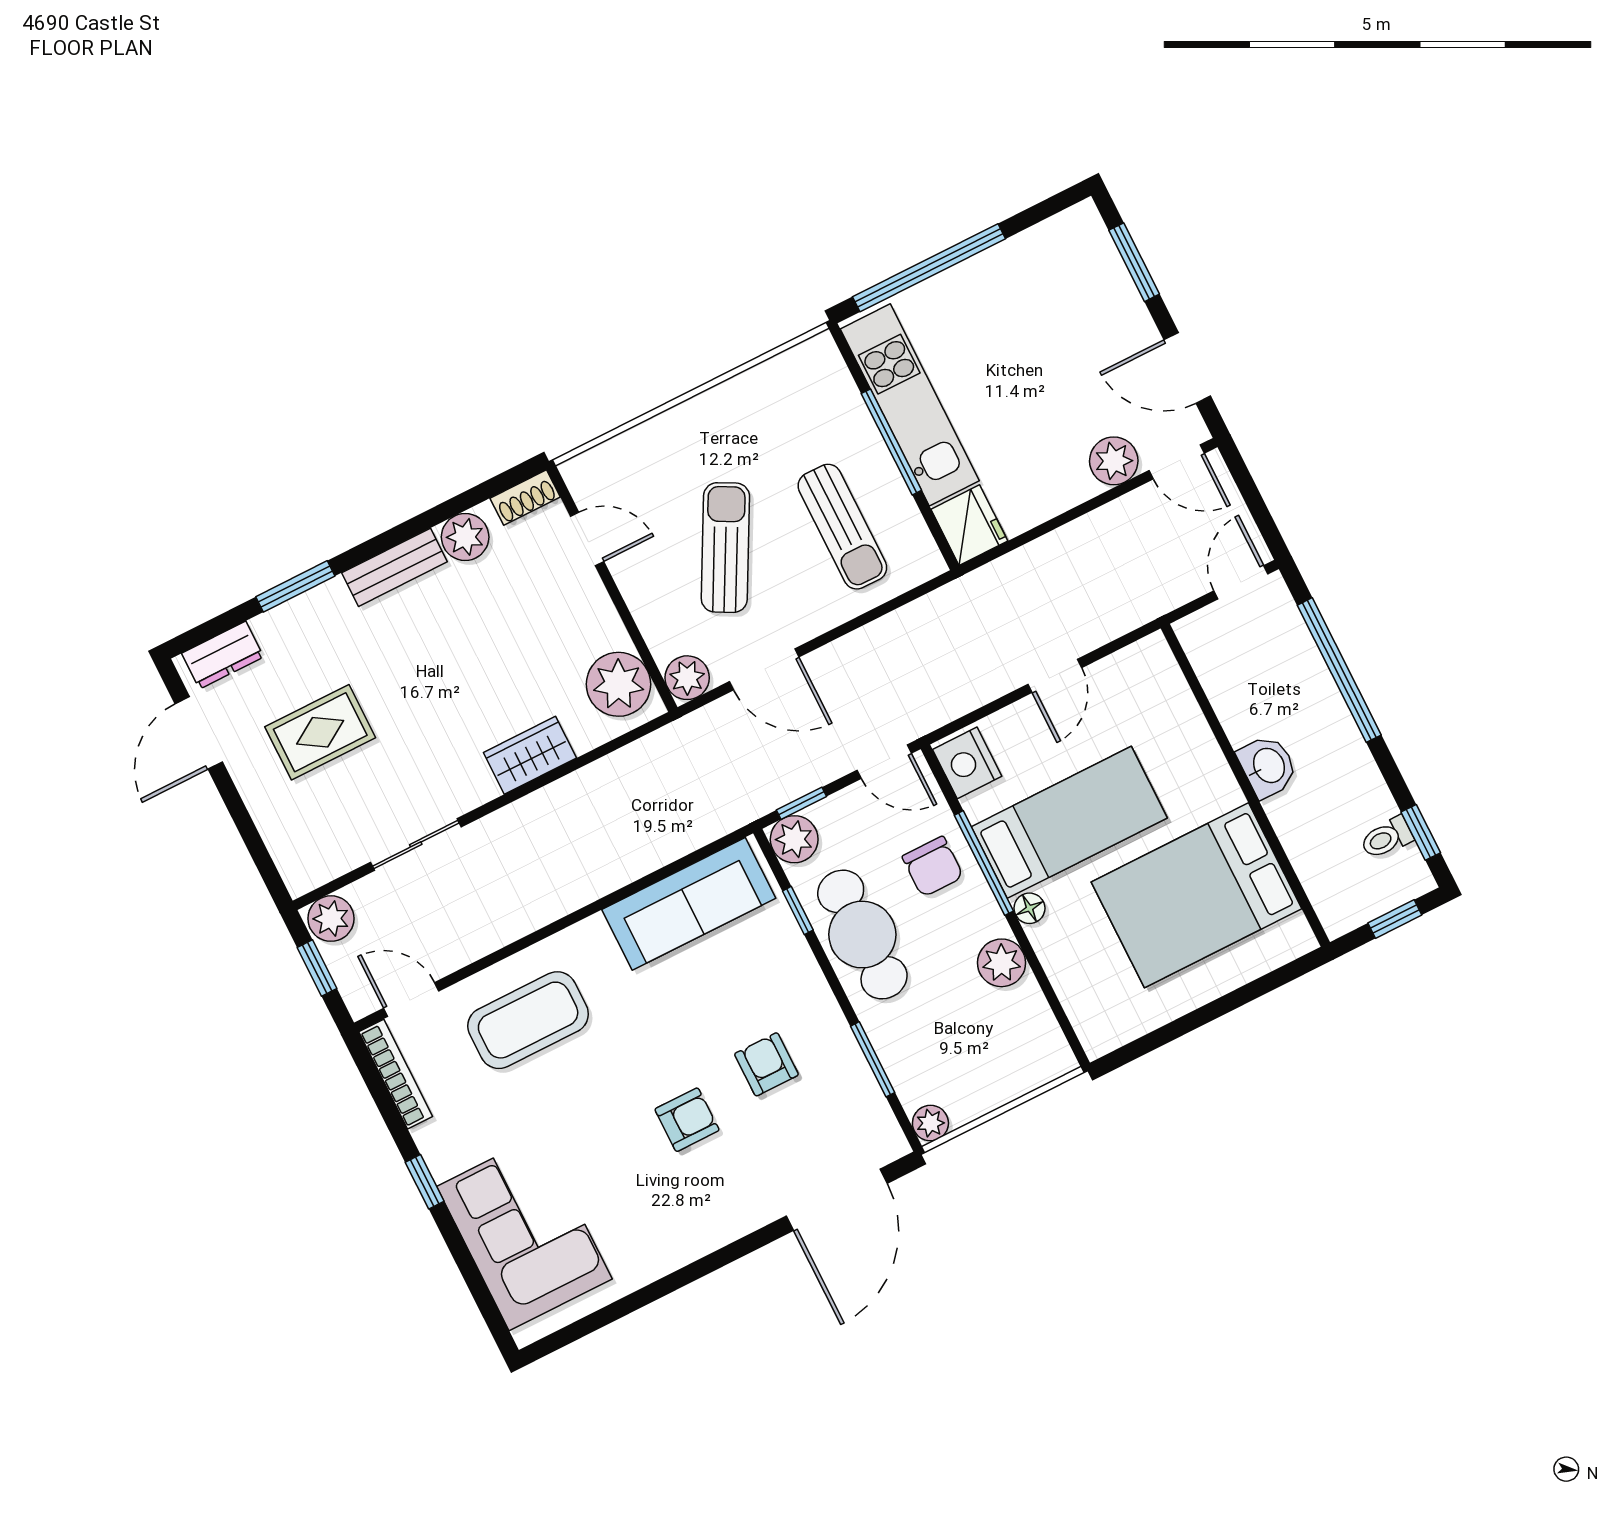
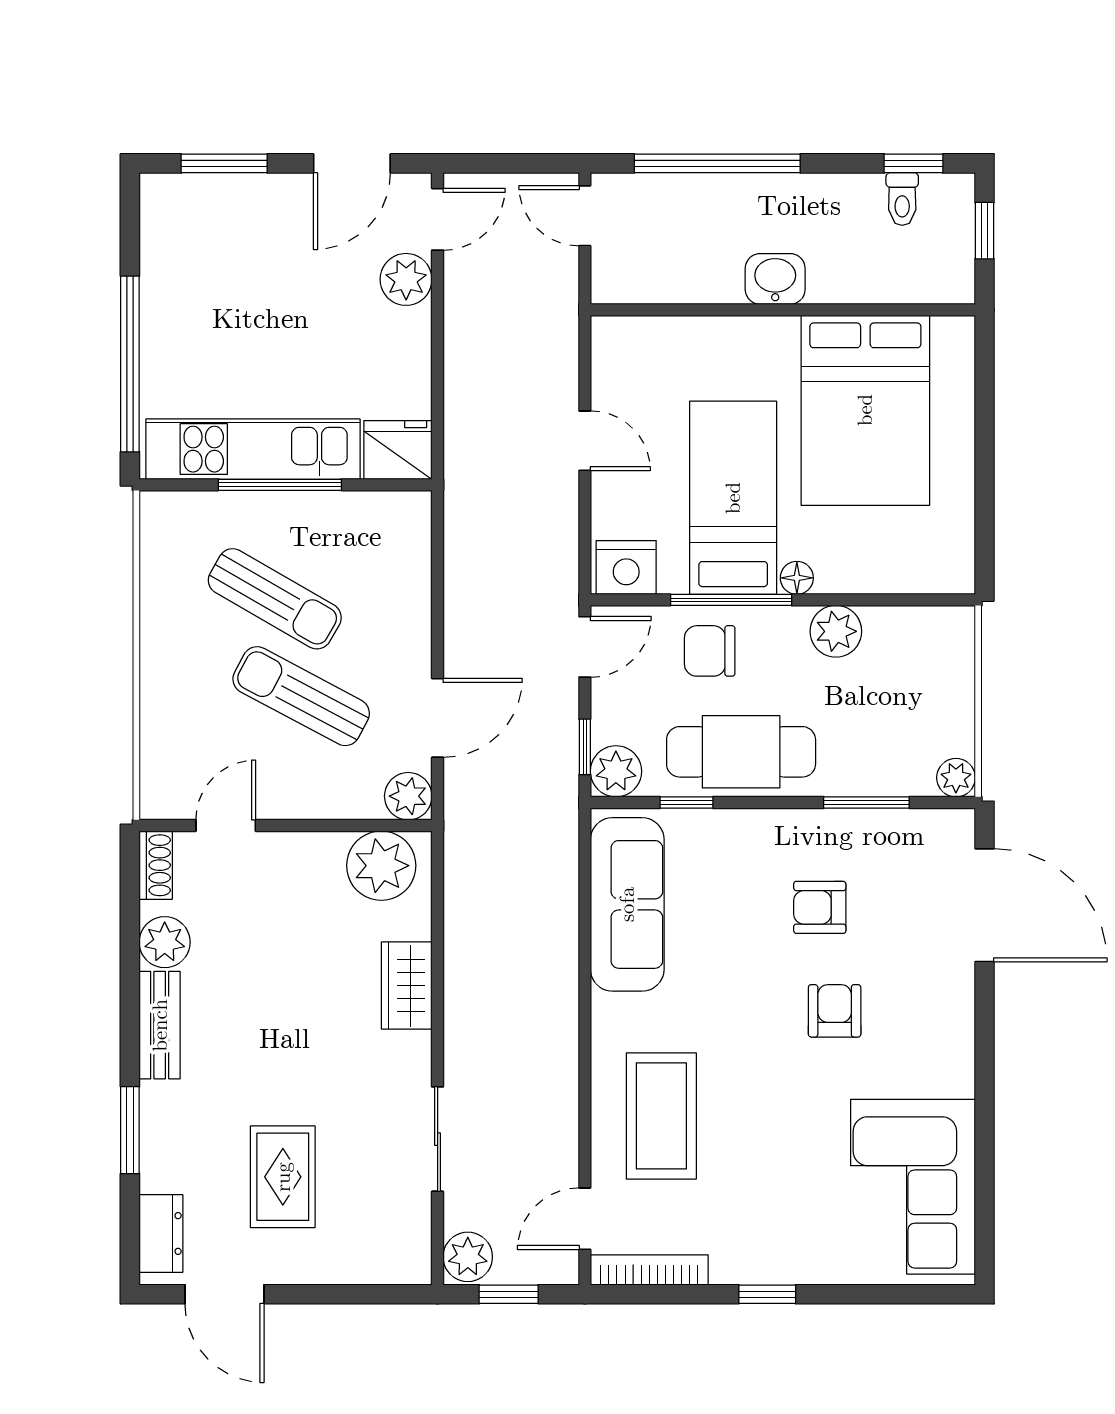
sun lounger: (842, 527) -> (275, 599), moved, turned 30
chair: (933, 867) -> (710, 651), turned 180
corner sofa: (524, 1233) -> (913, 1187), moved, turned -90

